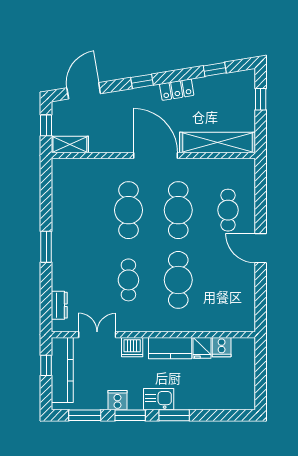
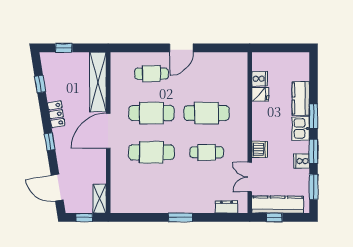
kitchen counter: (170, 348) -> (301, 98), moved, turned 180

